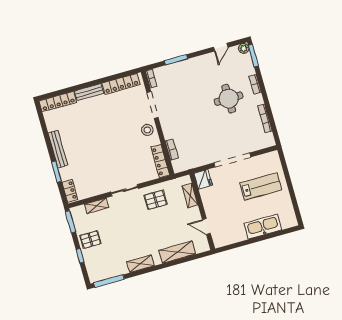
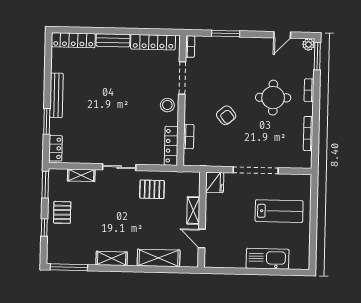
armchair: (196, 124) -> (226, 115), added
shelving: (190, 196) -> (193, 210), moved
pallet: (90, 240) -> (62, 212), turned 90

